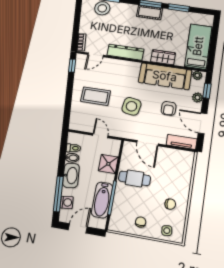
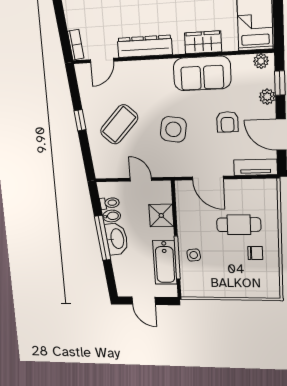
window: (72, 66) -> (80, 120), moved
sofa: (165, 76) -> (202, 73), width x0.73
coffee table: (96, 96) -> (119, 124), turned -47
cafe table: (135, 178) -> (239, 225), moved
window: (58, 194) -> (103, 238), moved
washing machine: (67, 202) -> (121, 273), removed
chair: (141, 222) -> (221, 281), removed
door: (78, 228) -> (144, 301), swing flipped
side table: (167, 231) -> (194, 255), moved

